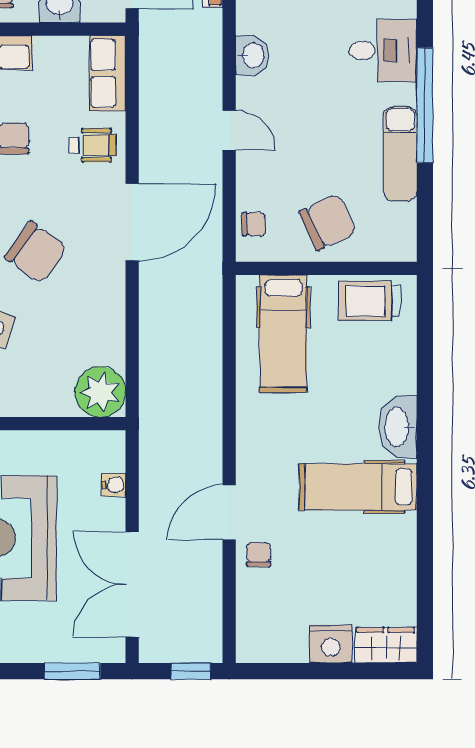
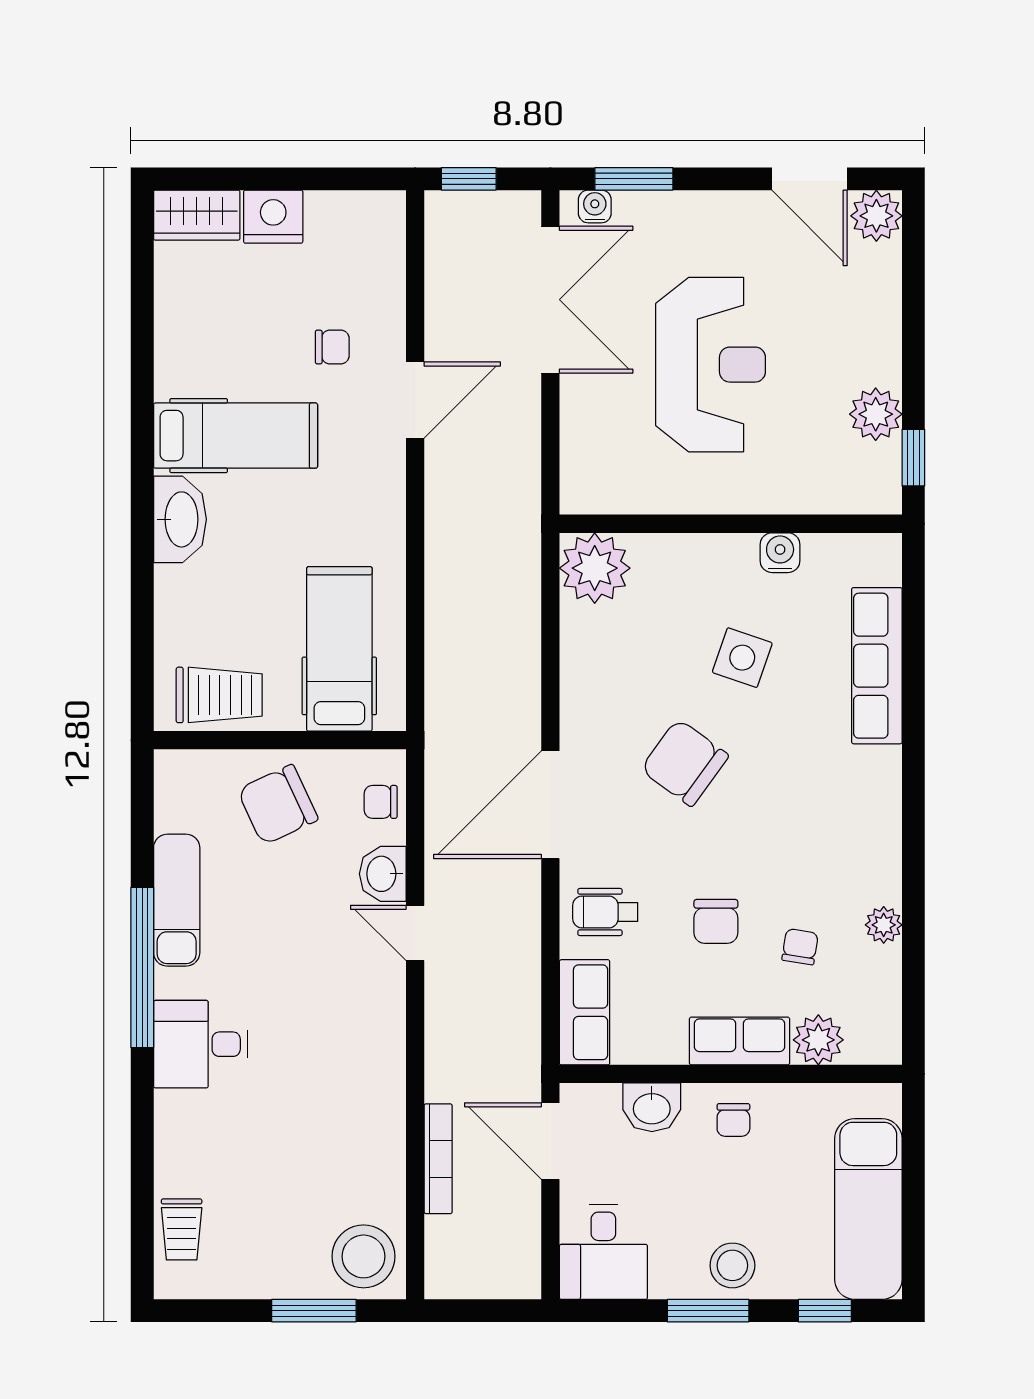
washbasin: (252, 55) -> (383, 874), moved
water cooler: (114, 485) -> (595, 206), moved, turned 90
chair: (258, 555) -> (332, 347), moved, turned -90

